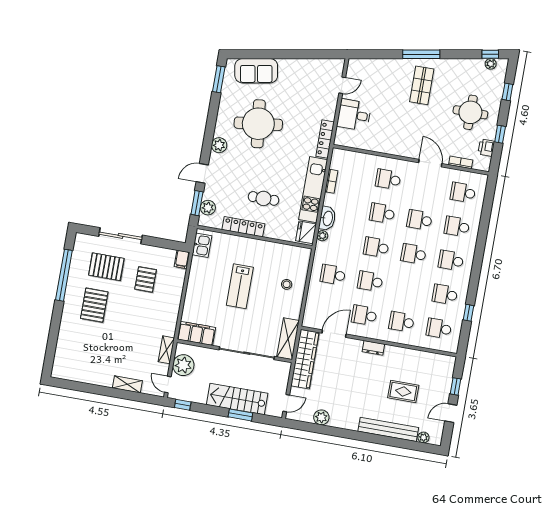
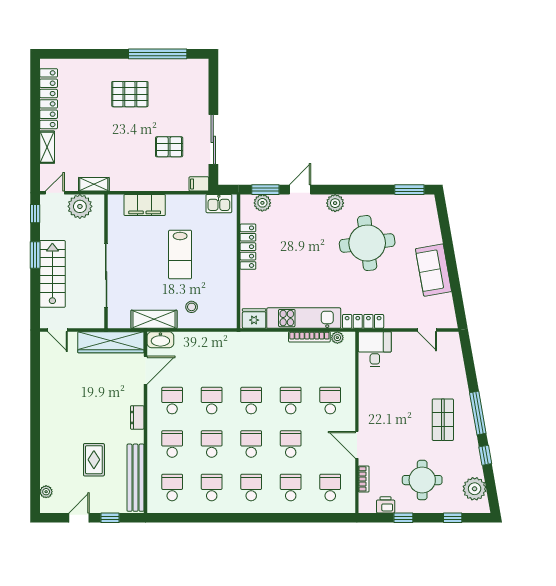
window: (490, 54) -> (485, 455), moved
plant: (491, 64) -> (475, 489), width x1.87, depth x1.87
sofa: (256, 71) -> (434, 270), moved
shop shelf: (422, 85) -> (443, 420), turned 90
desk: (354, 115) -> (375, 349), moved
door: (430, 163) -> (357, 445), swing flipped
door: (202, 173) -> (300, 190), hinge flipped
bookcase: (331, 181) -> (309, 337), width x1.56
cafe table: (263, 198) -> (284, 264), removed
washbasin: (327, 218) -> (160, 340), moved
sliding door: (121, 236) -> (213, 139), moved
plant: (322, 236) -> (337, 338), moved
pallet: (106, 267) -> (176, 100), removed
school desk: (333, 275) -> (212, 444), moved
lab bench: (240, 286) -> (180, 254), turned -90
window: (469, 313) -> (196, 518), removed
filing cabinet: (196, 333) -> (145, 205), moved, turned 90
door: (334, 334) -> (145, 370), hinge flipped
shelving: (288, 339) -> (154, 319), moved
locker: (86, 376) -> (49, 99), added
door: (451, 413) -> (79, 518), hinge flipped
window: (240, 415) -> (35, 255), moved
plant: (321, 417) -> (48, 373), removed
bench: (388, 429) -> (136, 478), moved

